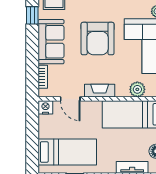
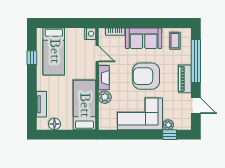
window: (32, 15) -> (165, 23), removed
plant: (137, 89) -> (105, 97), moved
door: (70, 99) -> (97, 54), swing flipped

